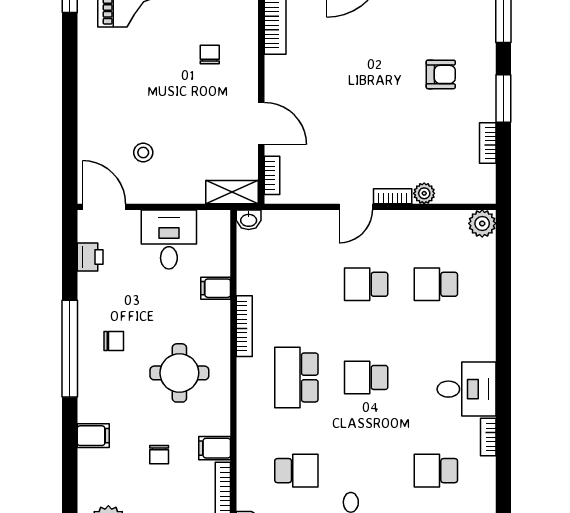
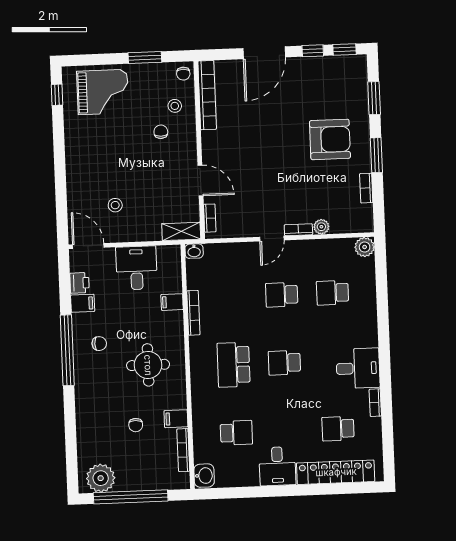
stool: (230, 20) -> (175, 106), added
armchair: (441, 74) -> (330, 139), width x1.88, depth x1.88
bookcase: (244, 326) -> (193, 313), moved
filing cabinet: (93, 436) -> (83, 303), moved

